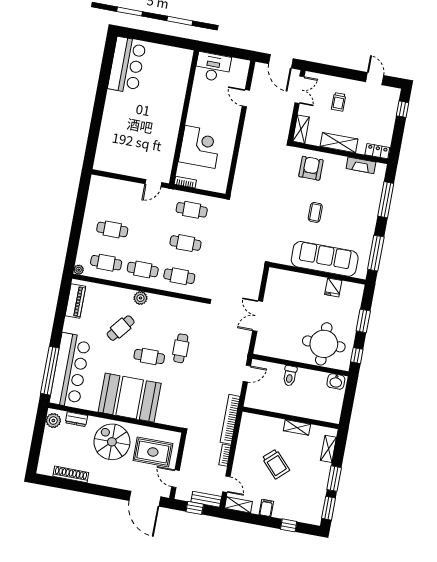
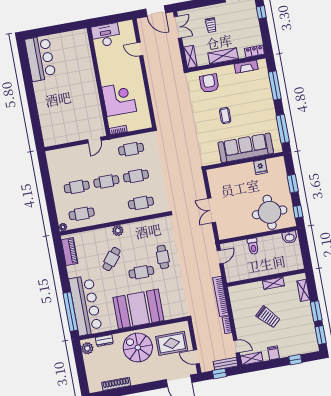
cafe table: (143, 269) -> (106, 181), moved

